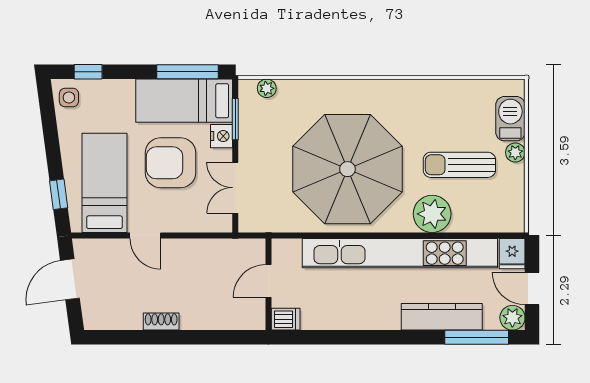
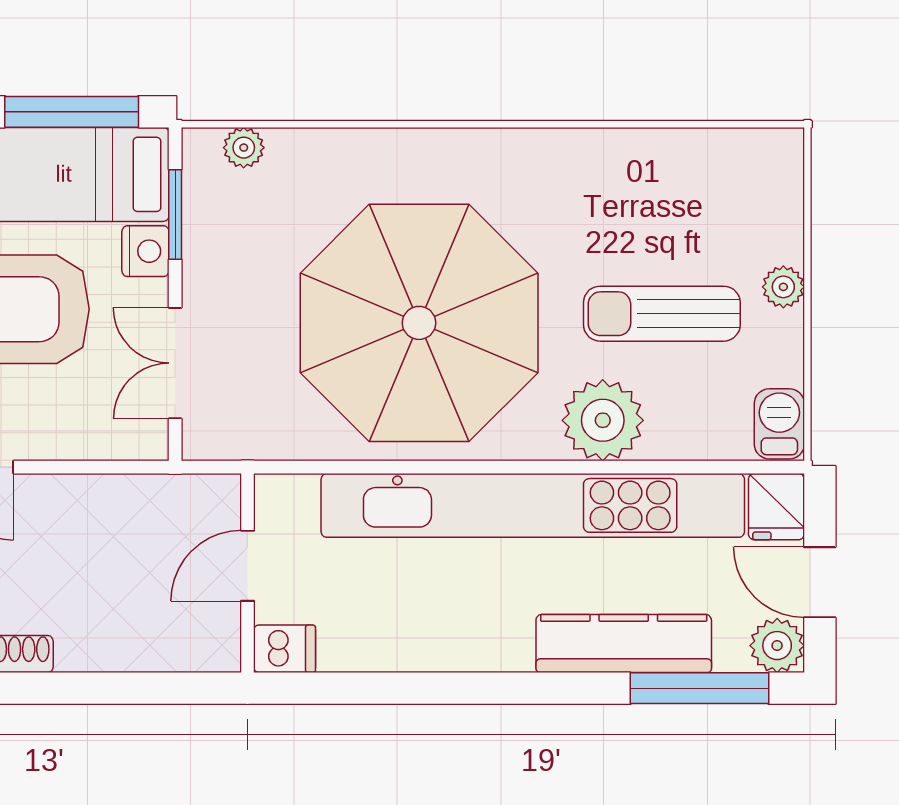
barbecue: (510, 119) -> (779, 424), moved, width x0.73, depth x0.79

